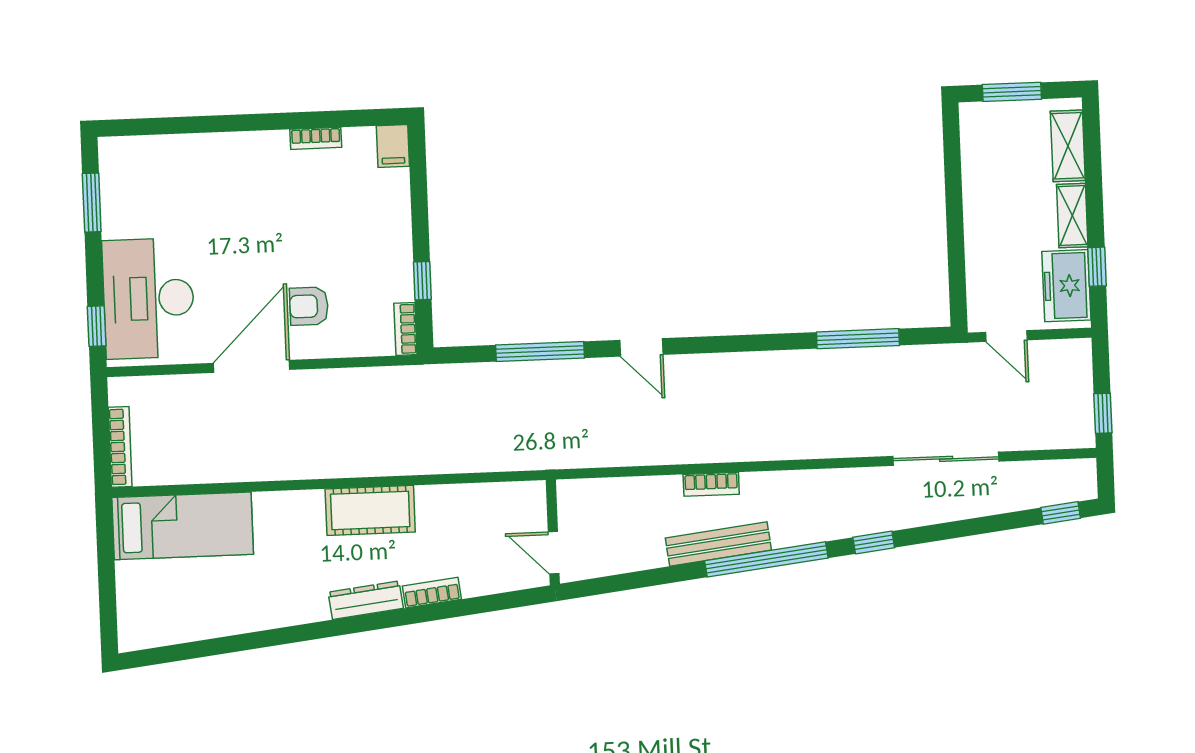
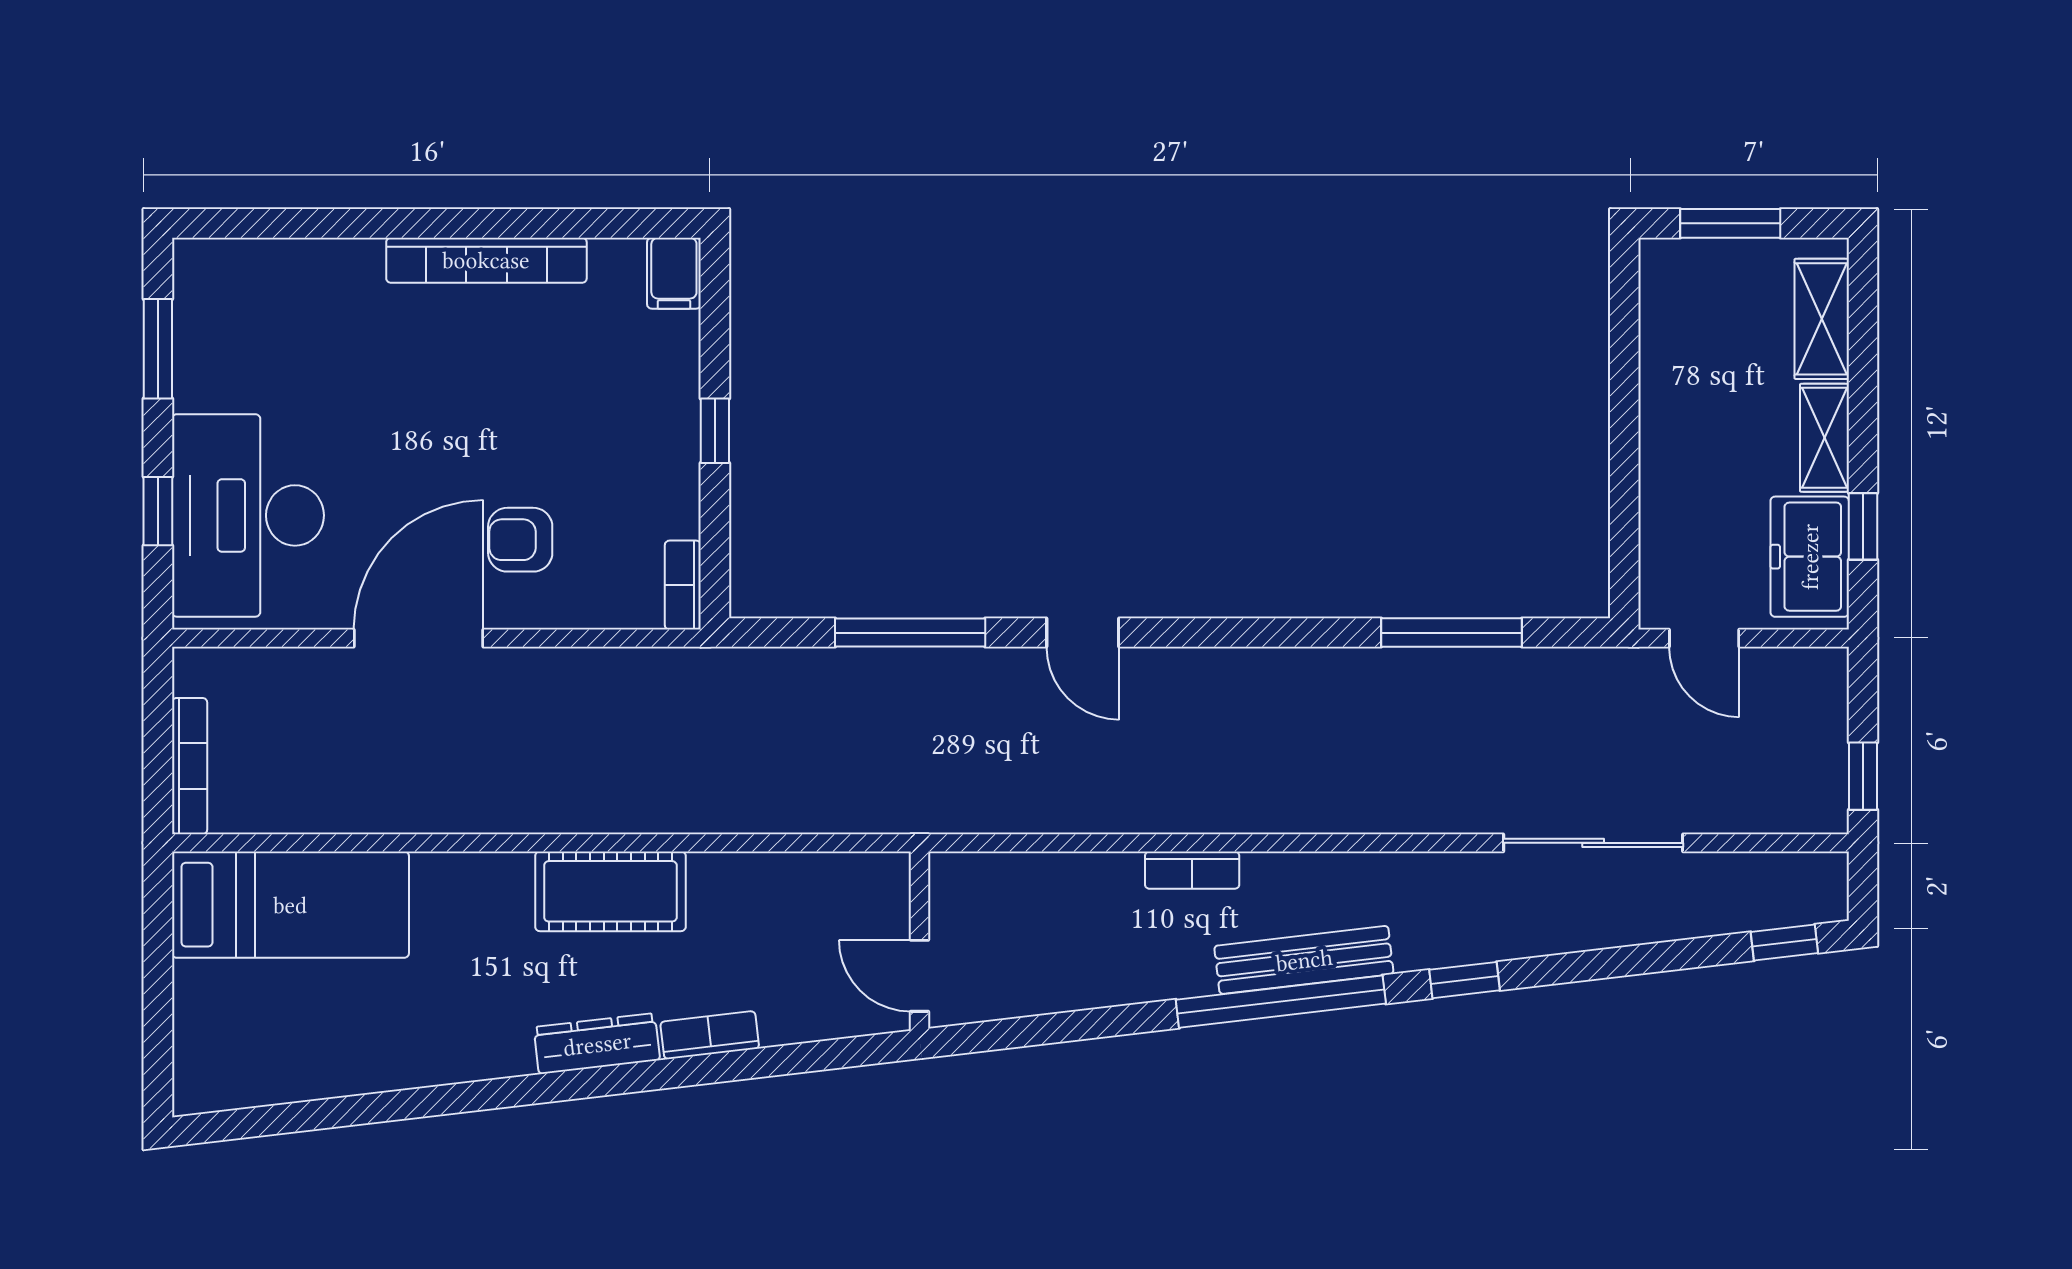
bookcase: (316, 138) -> (486, 260), width x2.31, depth x1.31
window: (422, 281) -> (715, 431), moved
window: (97, 326) -> (158, 511), moved
bench: (718, 544) -> (1304, 960), moved

